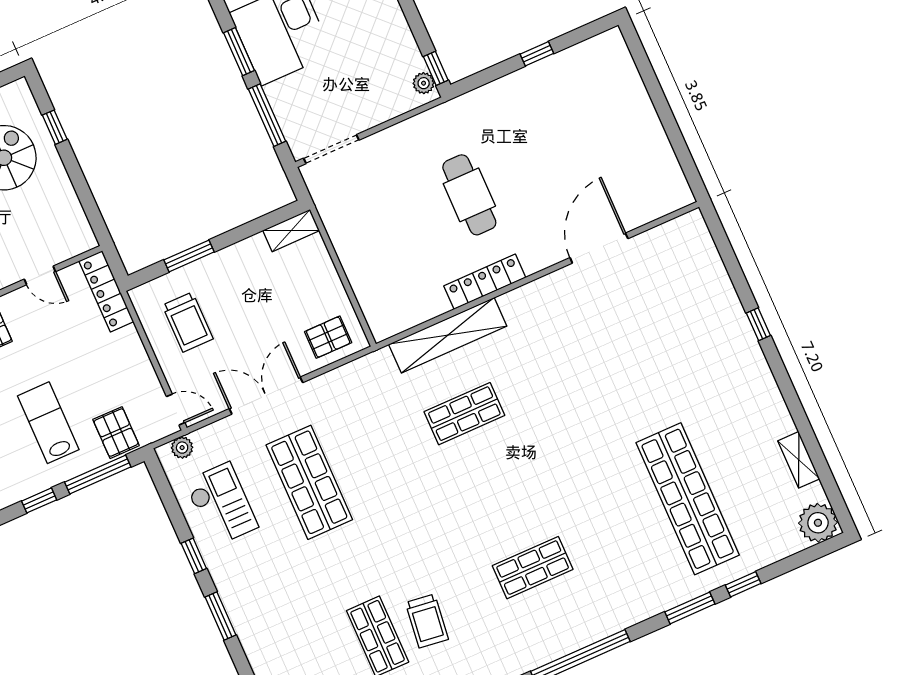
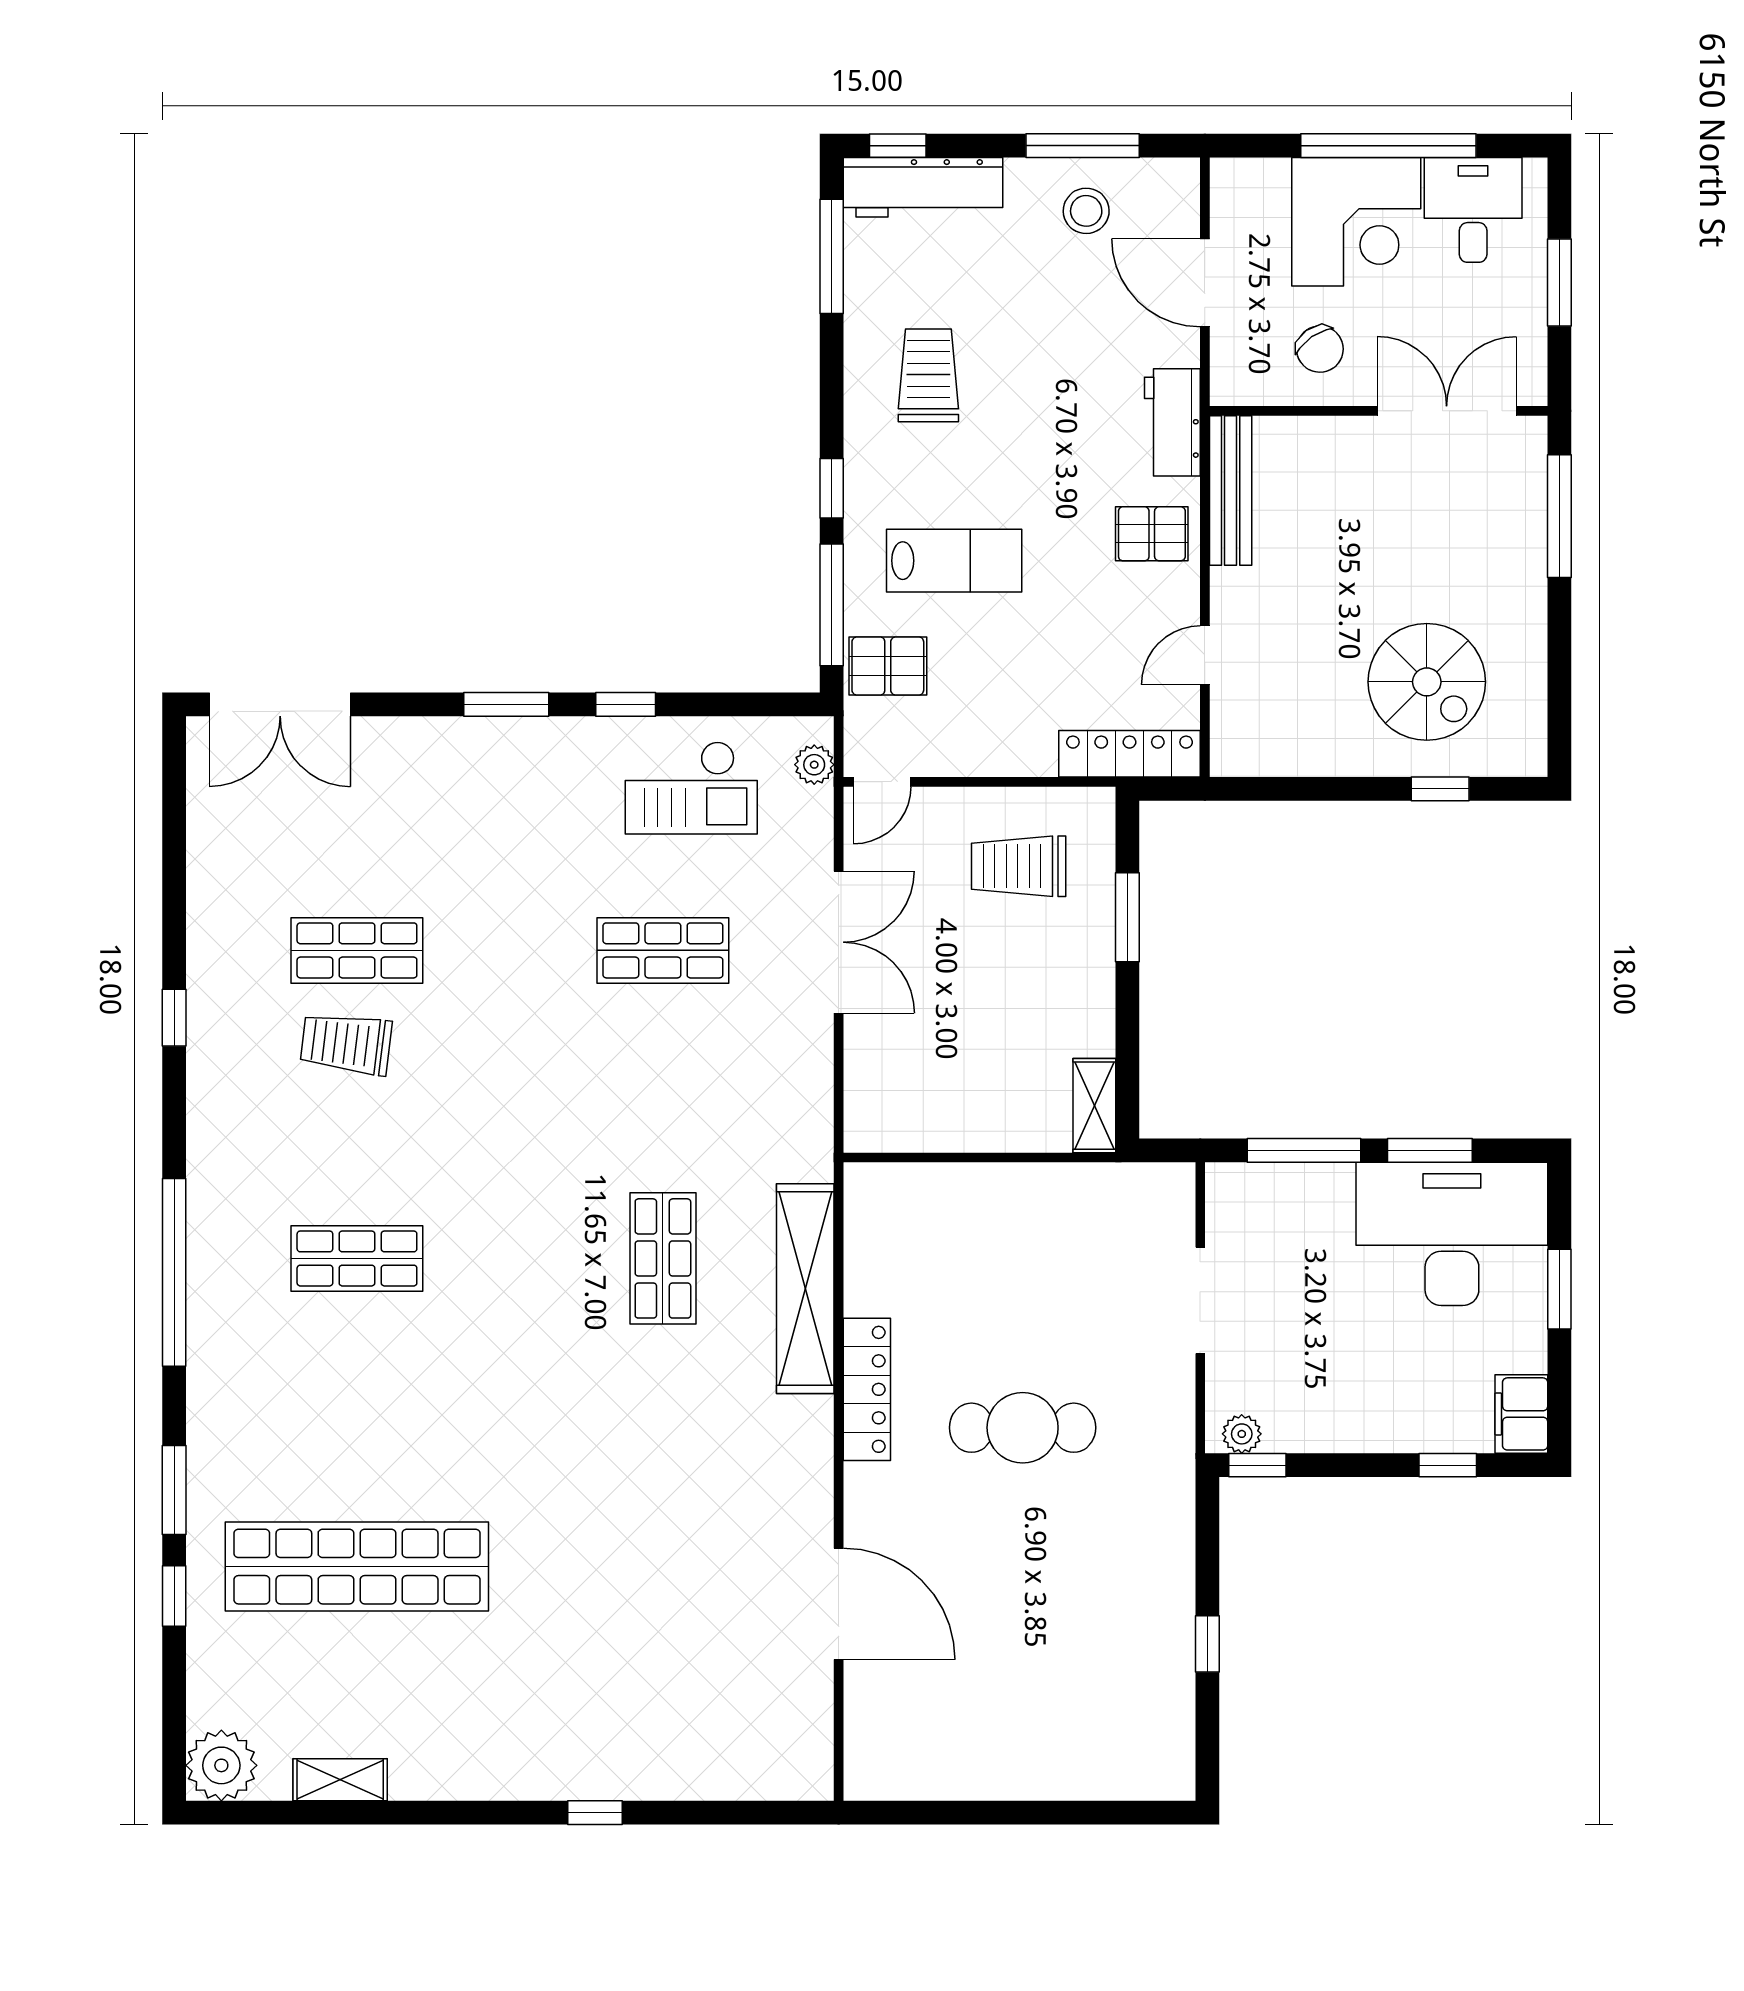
doorway: (331, 149) -> (1200, 1300), moved
pallet: (328, 337) -> (890, 1088), removed
shop shelf: (309, 482) -> (663, 950), width x0.70, depth x0.74
shop shelf: (533, 568) -> (357, 1258), turned 90

